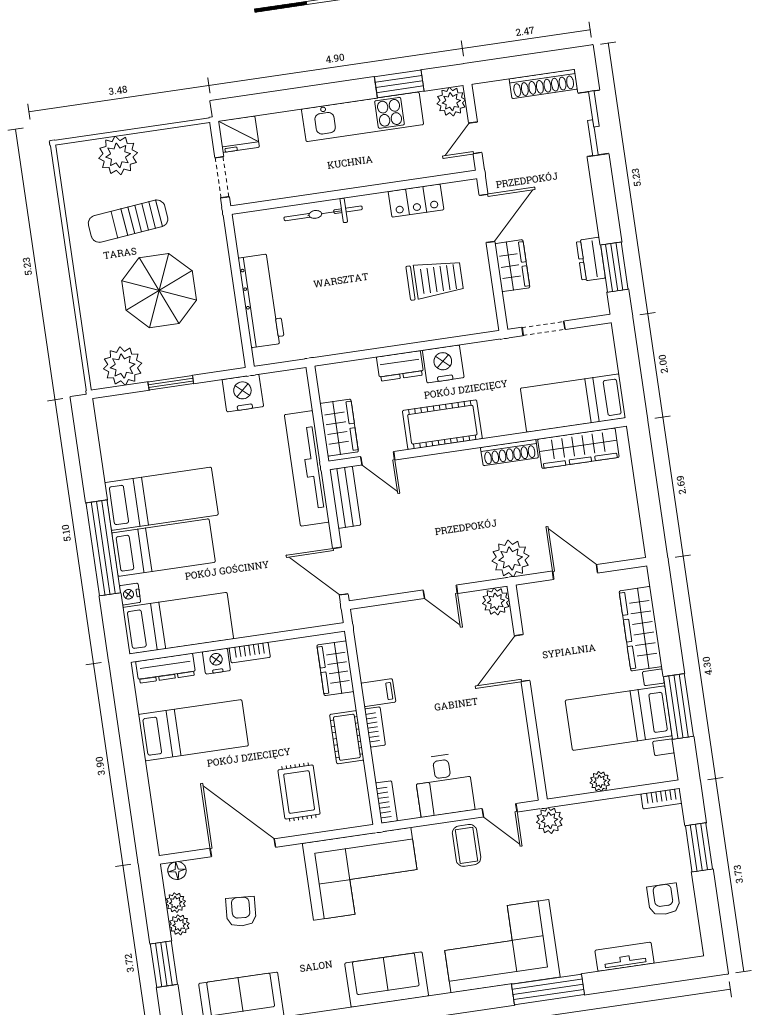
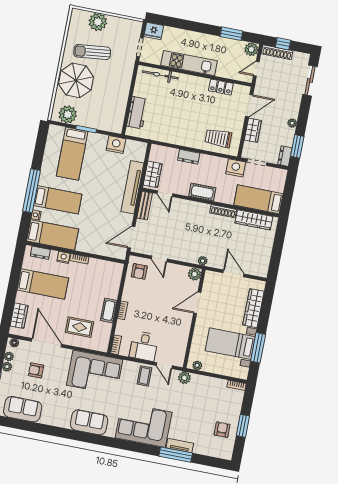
window: (512, 68) -> (283, 44), added
shoe rack: (543, 84) -> (277, 52), moved
kitchen unit: (363, 117) -> (189, 63), moved, turned 180
bicycle: (323, 213) -> (160, 75), moved
plant: (587, 223) -> (292, 123), added
dresser: (591, 259) -> (285, 156), moved
trolley: (435, 280) -> (218, 138), moved, turned 180
parasol: (159, 291) -> (76, 80), moved
workbench: (261, 301) -> (137, 113), width x0.73
nightstand: (443, 364) -> (236, 168), moved
cot: (442, 425) -> (202, 192), width x0.73, depth x0.75
bed: (161, 499) -> (72, 154), moved, turned 90
plant: (511, 559) -> (203, 261), width x0.53, depth x0.53
door: (340, 571) -> (131, 237), hinge flipped
door: (440, 592) -> (159, 259), moved
armchair: (381, 636) -> (139, 271), added
dresser: (166, 668) -> (40, 253), width x0.70
wardrobe: (335, 668) -> (19, 316), moved, turned 180
filing cabinet: (378, 693) -> (129, 296), removed
plant: (600, 781) -> (197, 365), moved
rug: (299, 792) -> (80, 327), turned 90
window: (699, 847) -> (243, 426), moved
armchair: (241, 912) -> (36, 370), turned -94
tv unit: (625, 957) -> (180, 445), moved
window: (548, 989) -> (176, 455), moved

